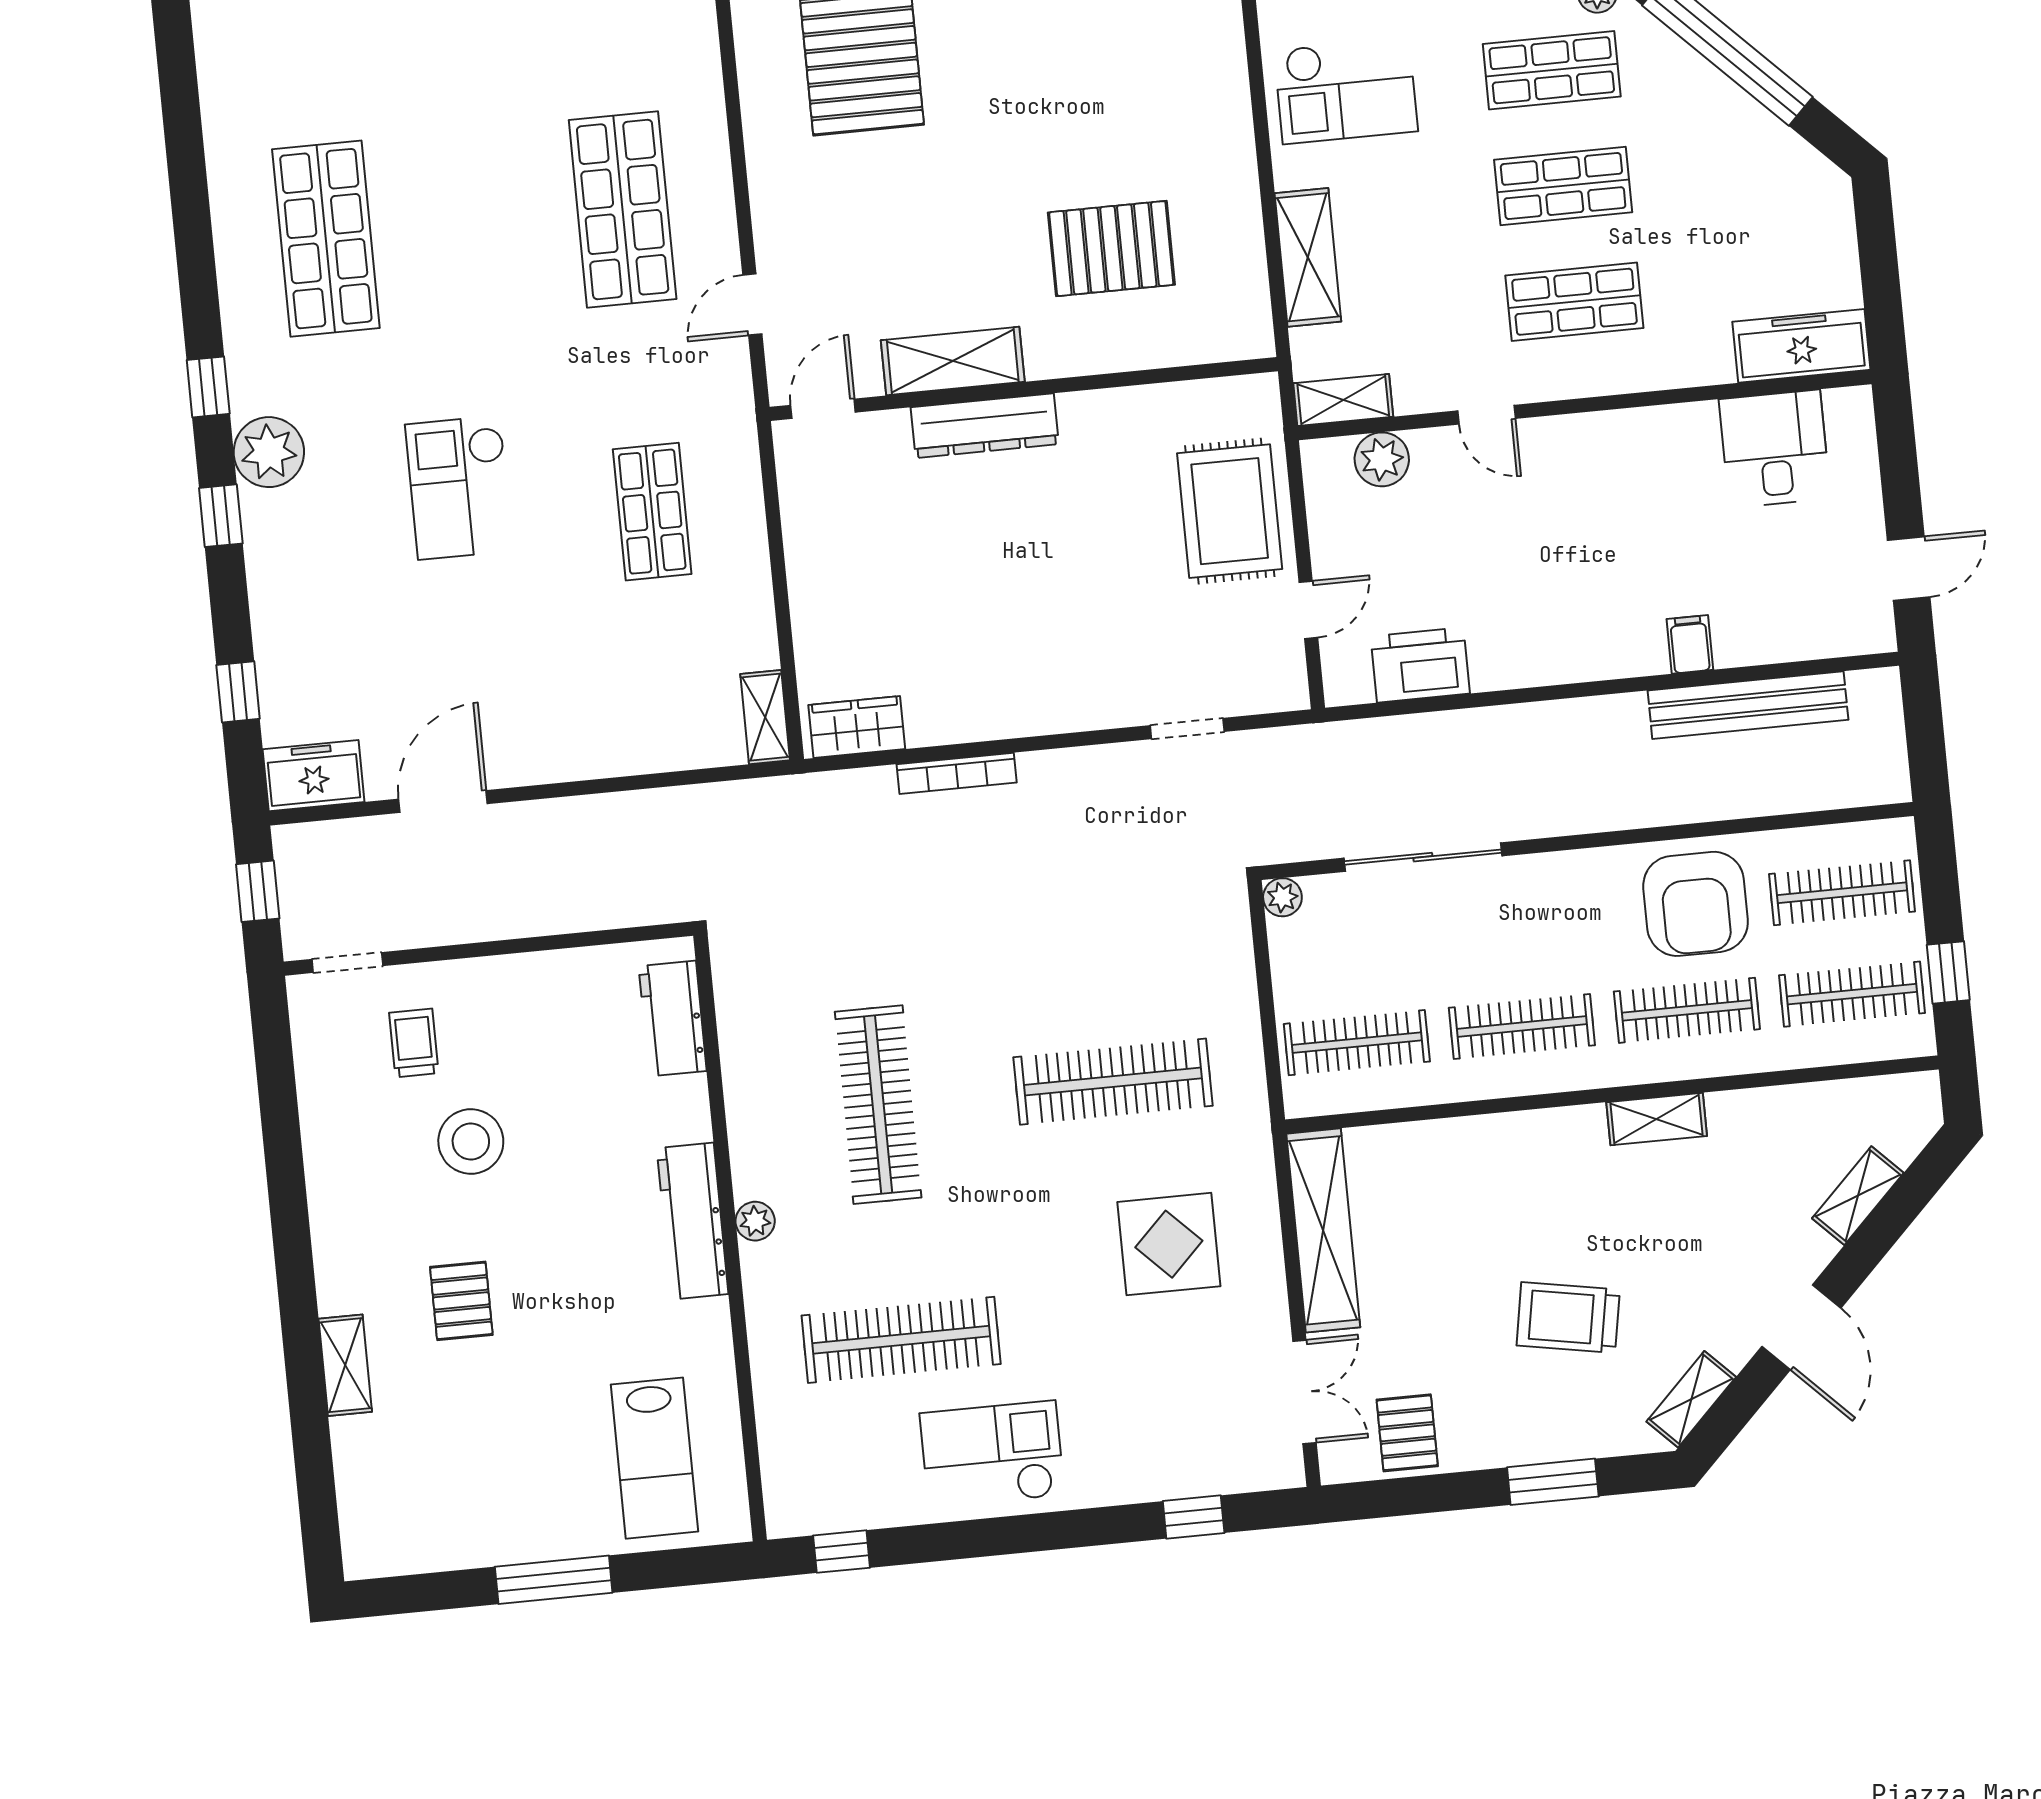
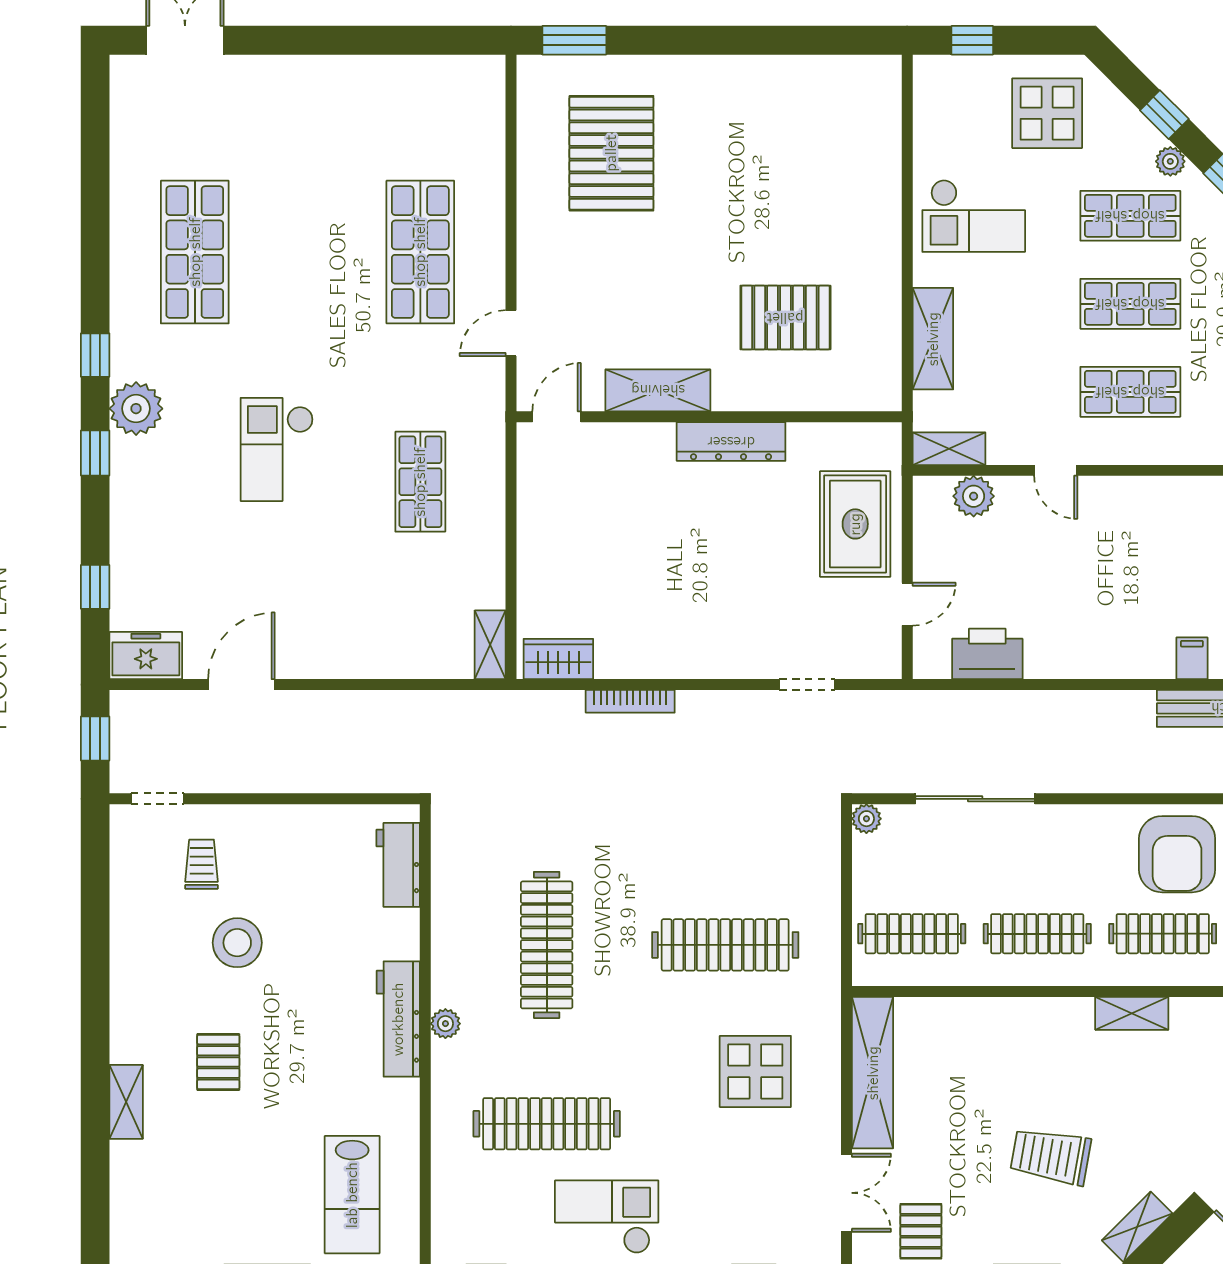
dresser: (985, 426) -> (731, 442), moved

